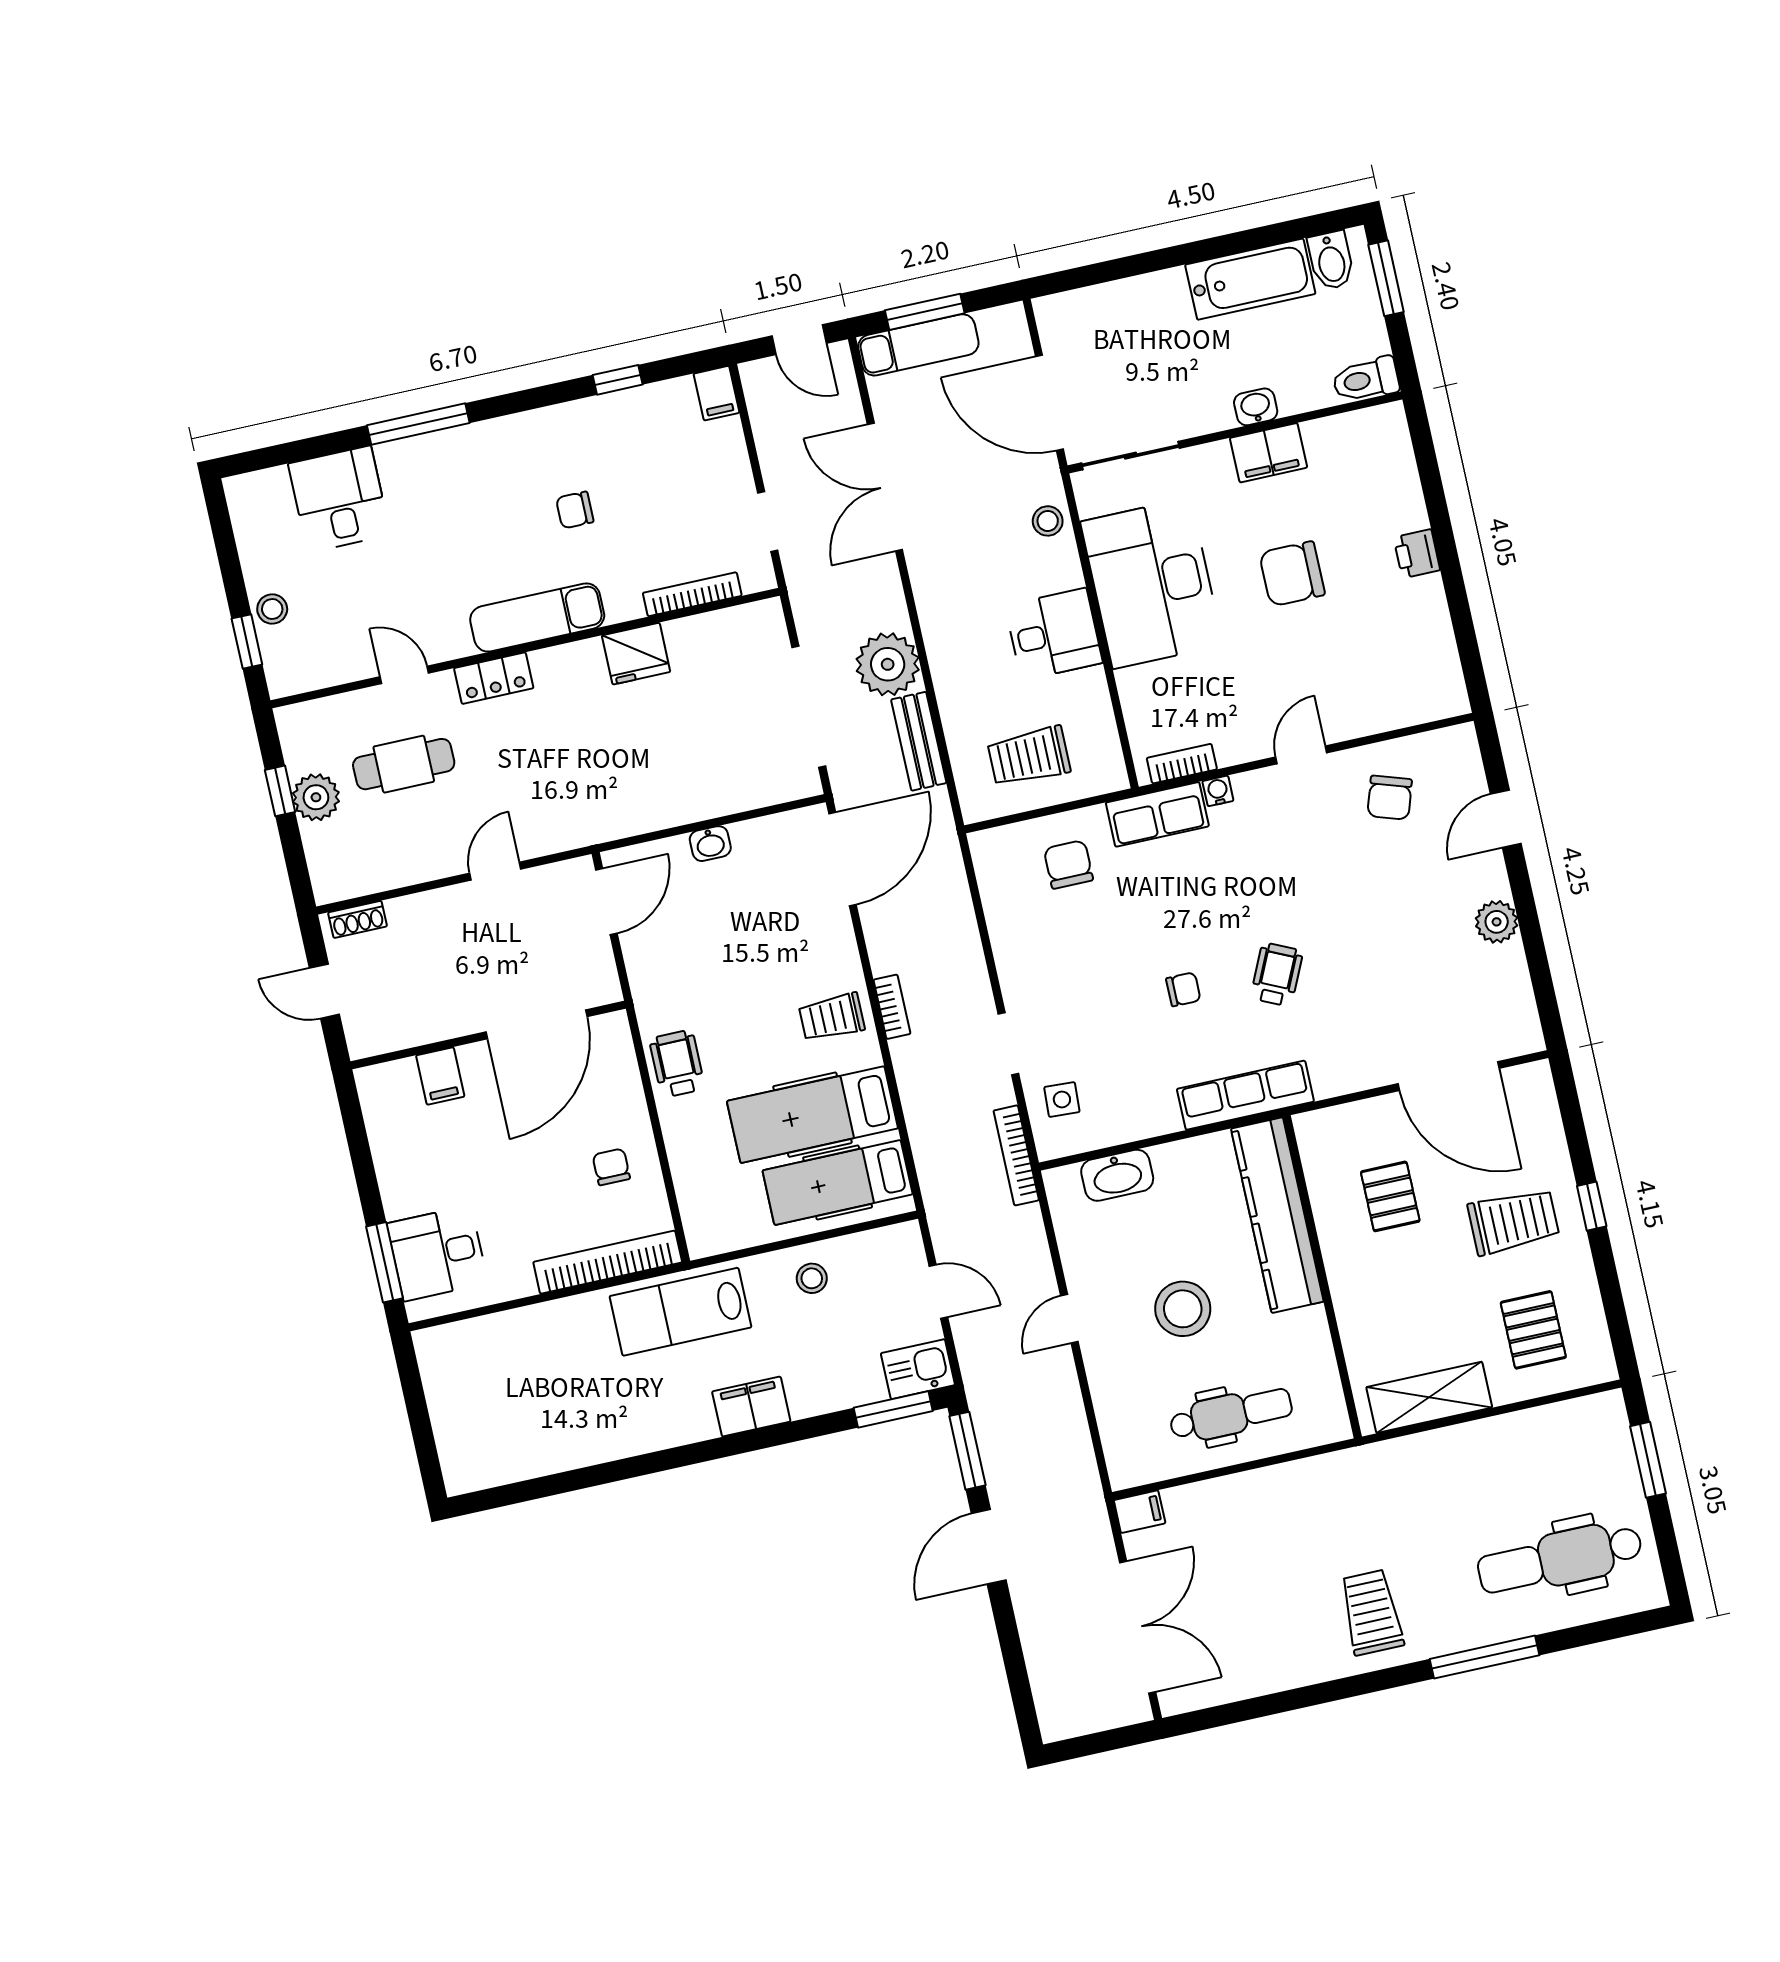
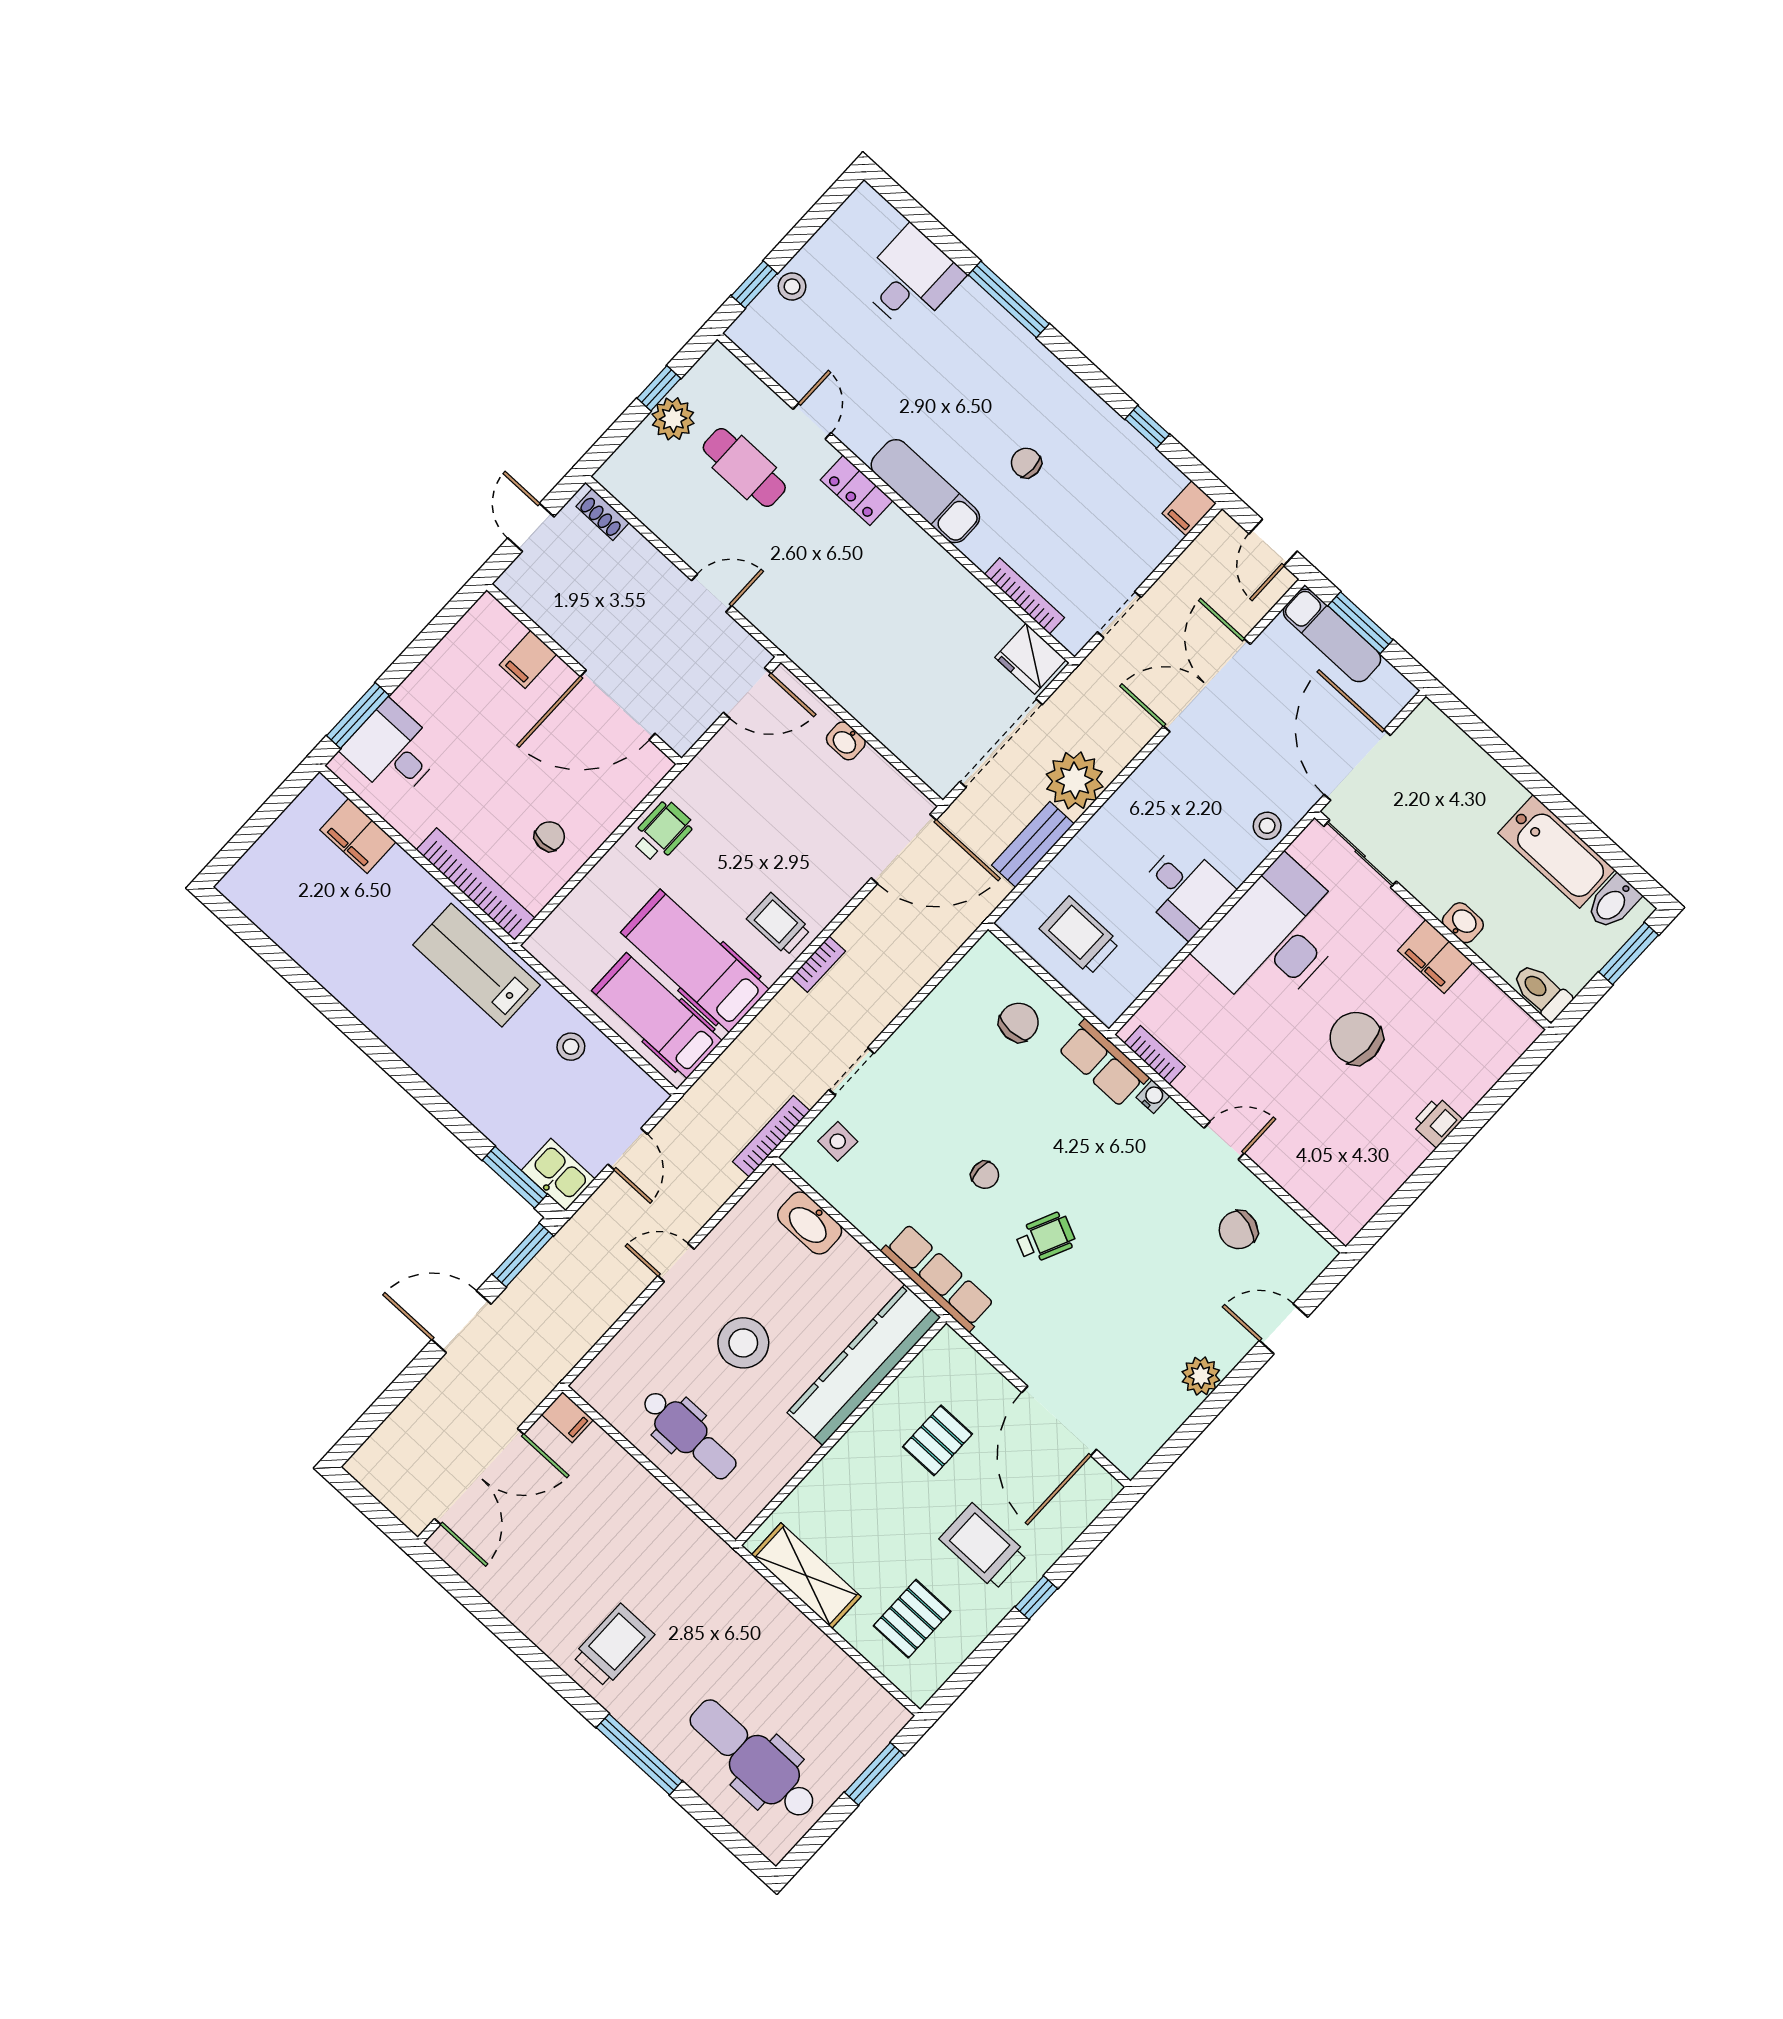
fridge: (636, 654) -> (1030, 659), moved
trolley: (1513, 1221) -> (984, 1547), turned 180
filing cabinet: (751, 1407) -> (358, 836), moved, turned 180

